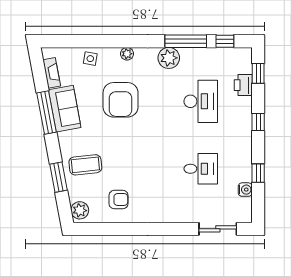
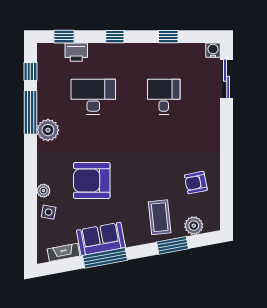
plant: (127, 54) -> (44, 191), moved
armchair: (121, 100) -> (92, 180), turned 180
water cooler: (245, 190) -> (213, 50), moved
armchair: (119, 200) -> (196, 183), turned -101
plant: (80, 210) -> (194, 226), moved

